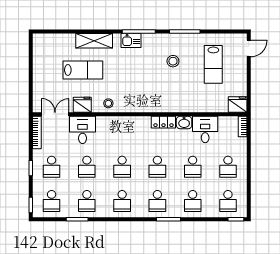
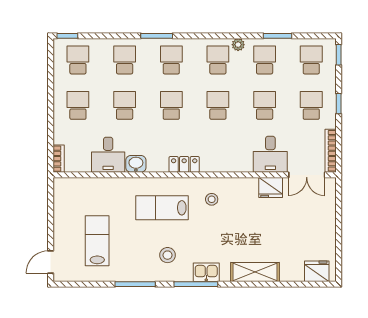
stool: (173, 61) -> (168, 255), moved
lab bench: (83, 70) -> (162, 208), moved
stool: (108, 103) -> (212, 199), moved
fridge: (238, 104) -> (317, 271), moved, turned 180
locker: (163, 122) -> (184, 164), moved
plant: (107, 213) -> (238, 45), added

